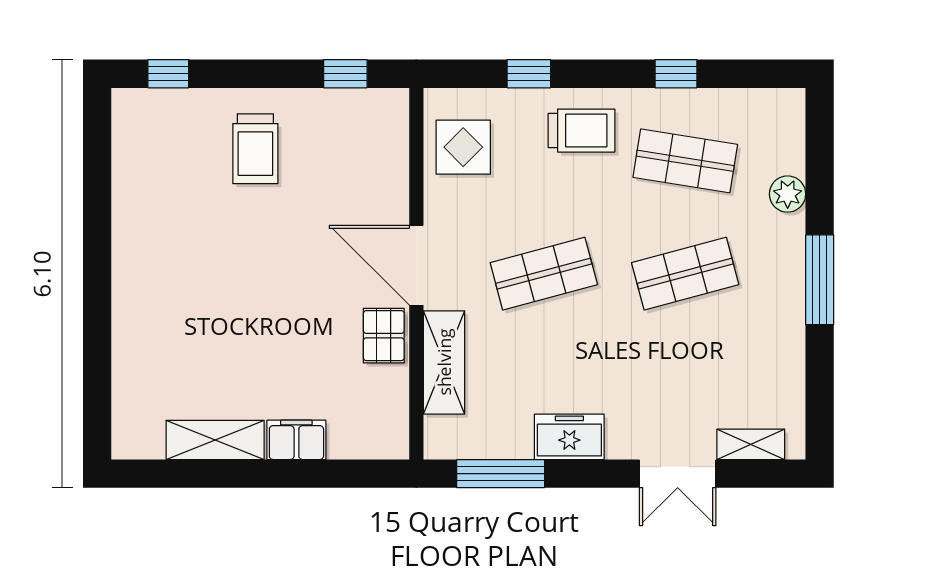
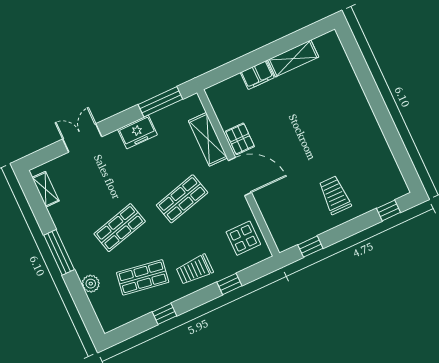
shelving: (751, 444) -> (46, 189), moved, turned 90

